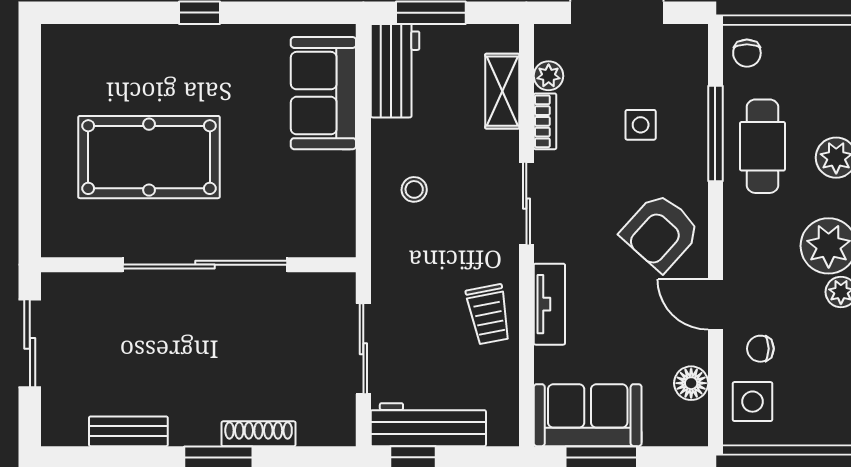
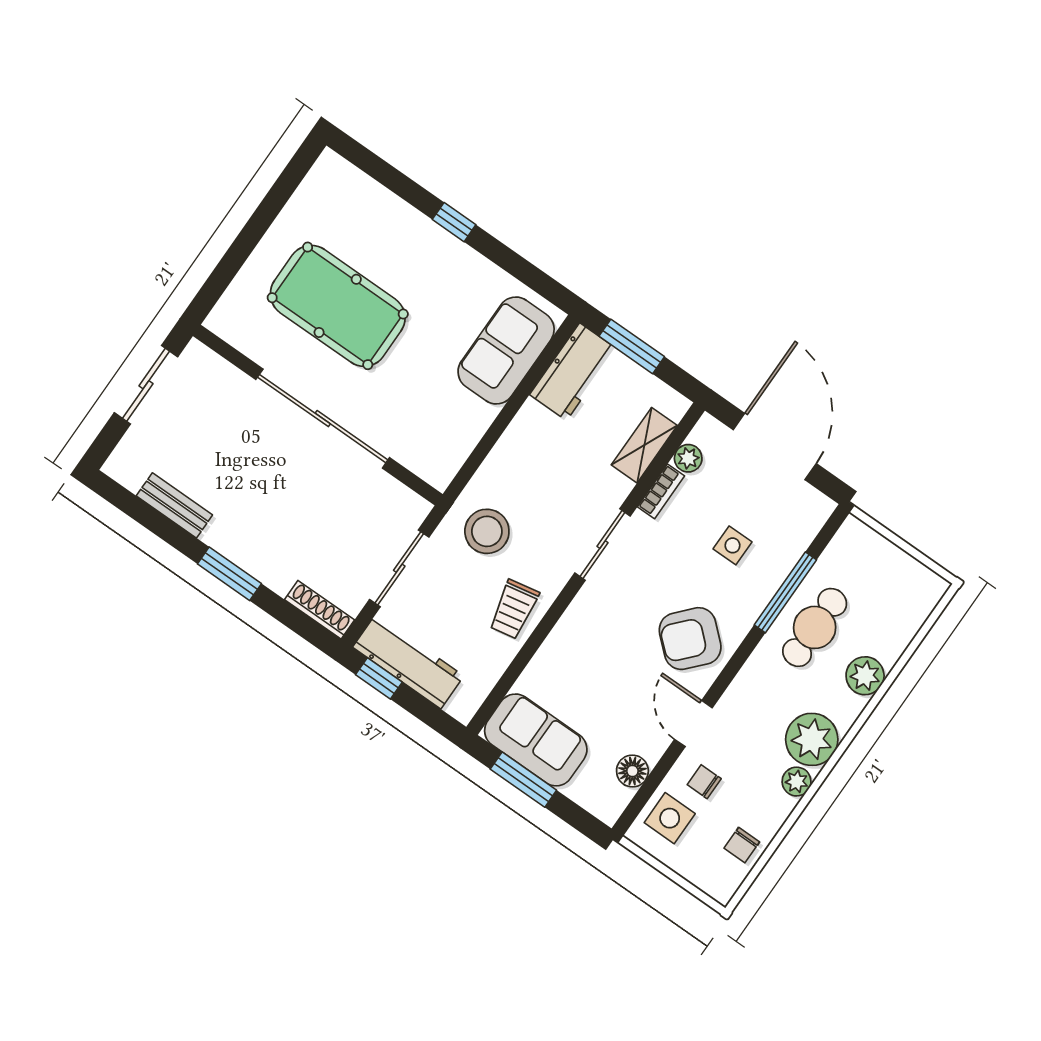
chair: (747, 53) -> (742, 845), moved
stool: (414, 189) -> (487, 531), moved, width x1.89, depth x1.89
tv unit: (549, 304) -> (566, 634), removed
shoe rack: (259, 434) -> (320, 610), moved

